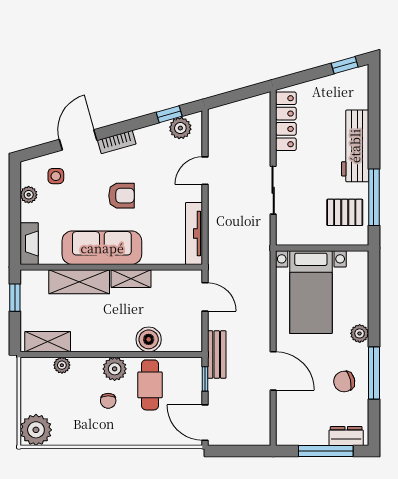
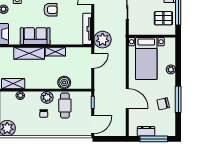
sofa: (102, 248) -> (35, 36), width x0.73
plant: (224, 255) -> (103, 40), added
door: (205, 297) -> (93, 61), hinge flipped
plant: (360, 333) -> (171, 69), moved
bench: (217, 355) -> (99, 90), removed
door: (205, 423) -> (93, 125), swing flipped
dresser: (346, 436) -> (146, 131), moved

